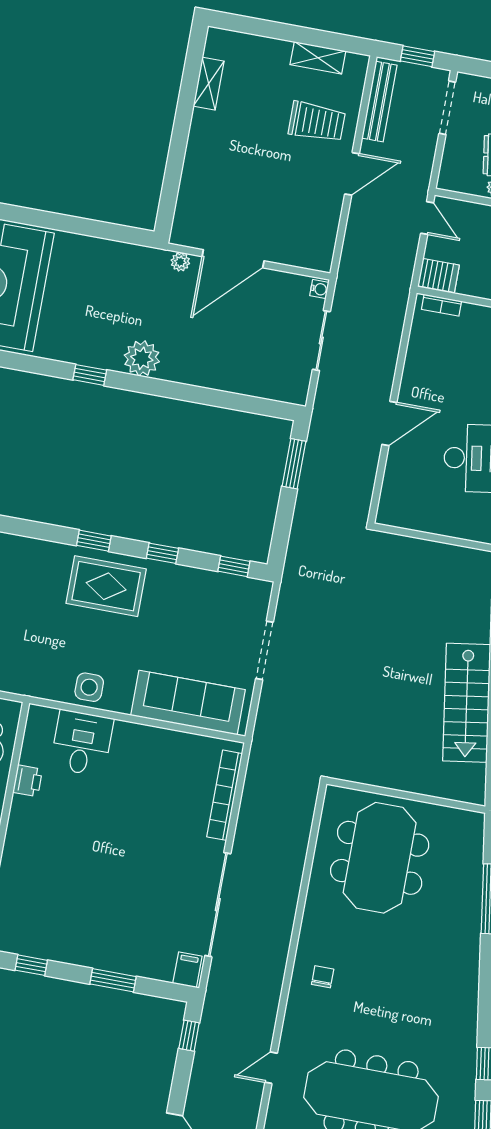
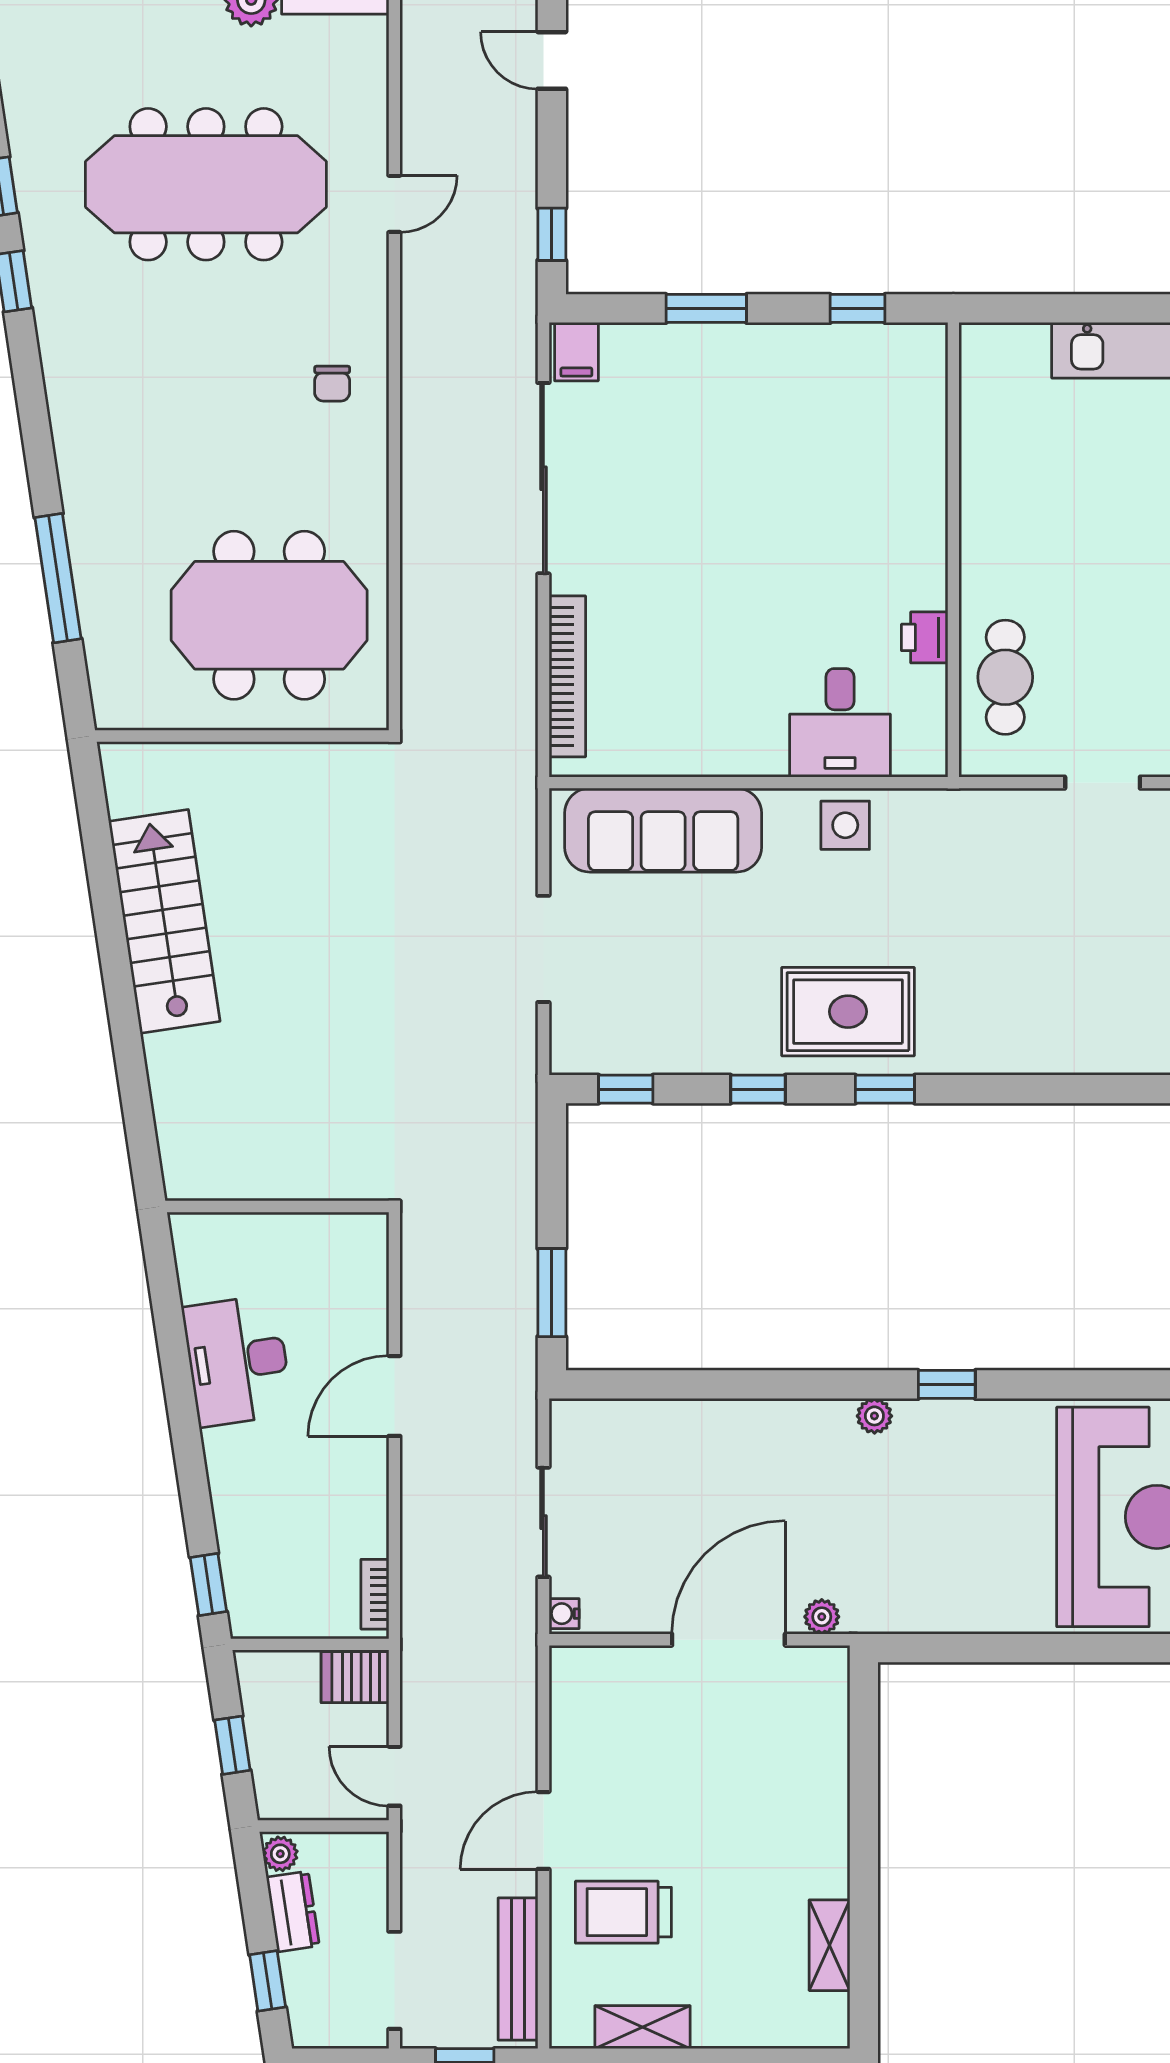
bookcase: (441, 305) -> (375, 1594), moved, turned -90
plant: (142, 358) -> (874, 1416), width x0.53, depth x0.53
meeting table: (380, 858) -> (269, 615), turned 90

